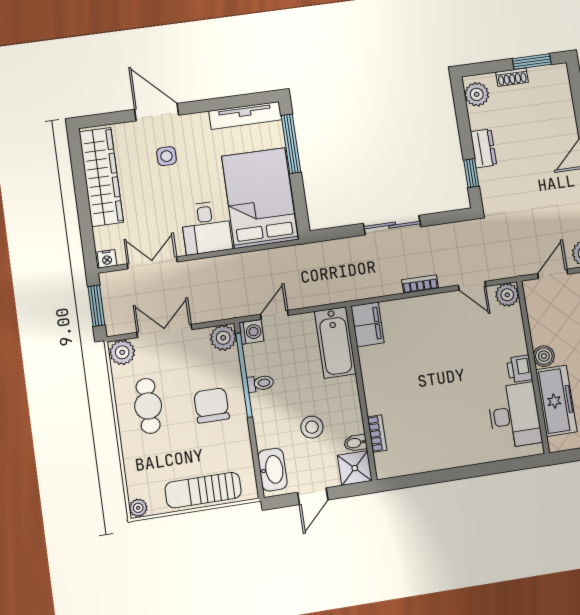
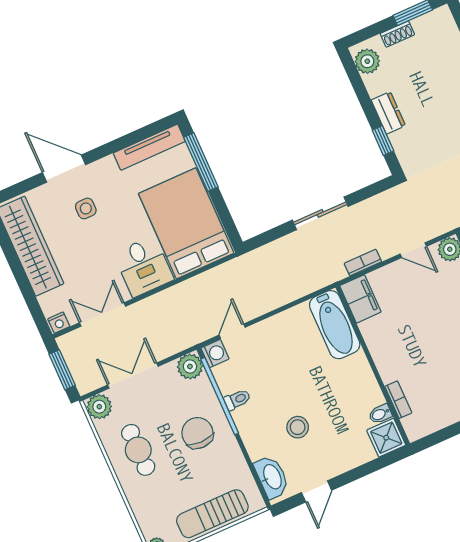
filing cabinet: (367, 324) -> (360, 299), moved
bathtub: (335, 343) -> (335, 325), moved
wall: (361, 393) -> (373, 365), moved
bookcase: (377, 434) -> (398, 400), moved
bidet: (355, 443) -> (380, 414), moved
shower: (355, 468) -> (386, 438), moved

